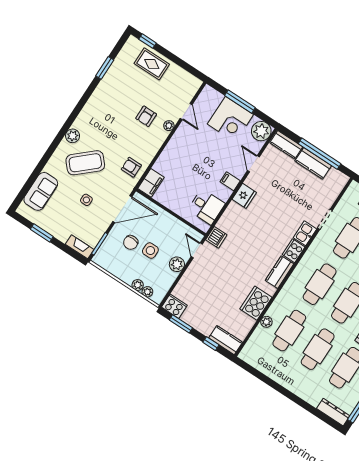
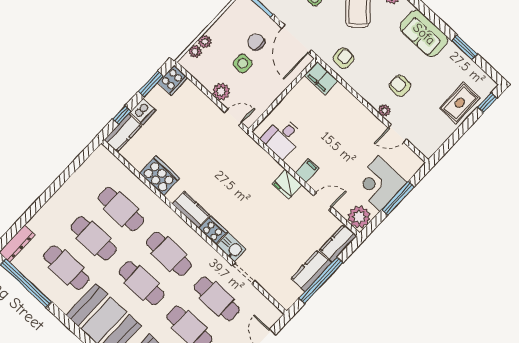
sofa: (99, 104) -> (424, 34), added
dishwasher: (216, 237) -> (143, 112), moved, turned -90
plant: (266, 322) -> (136, 184), removed

